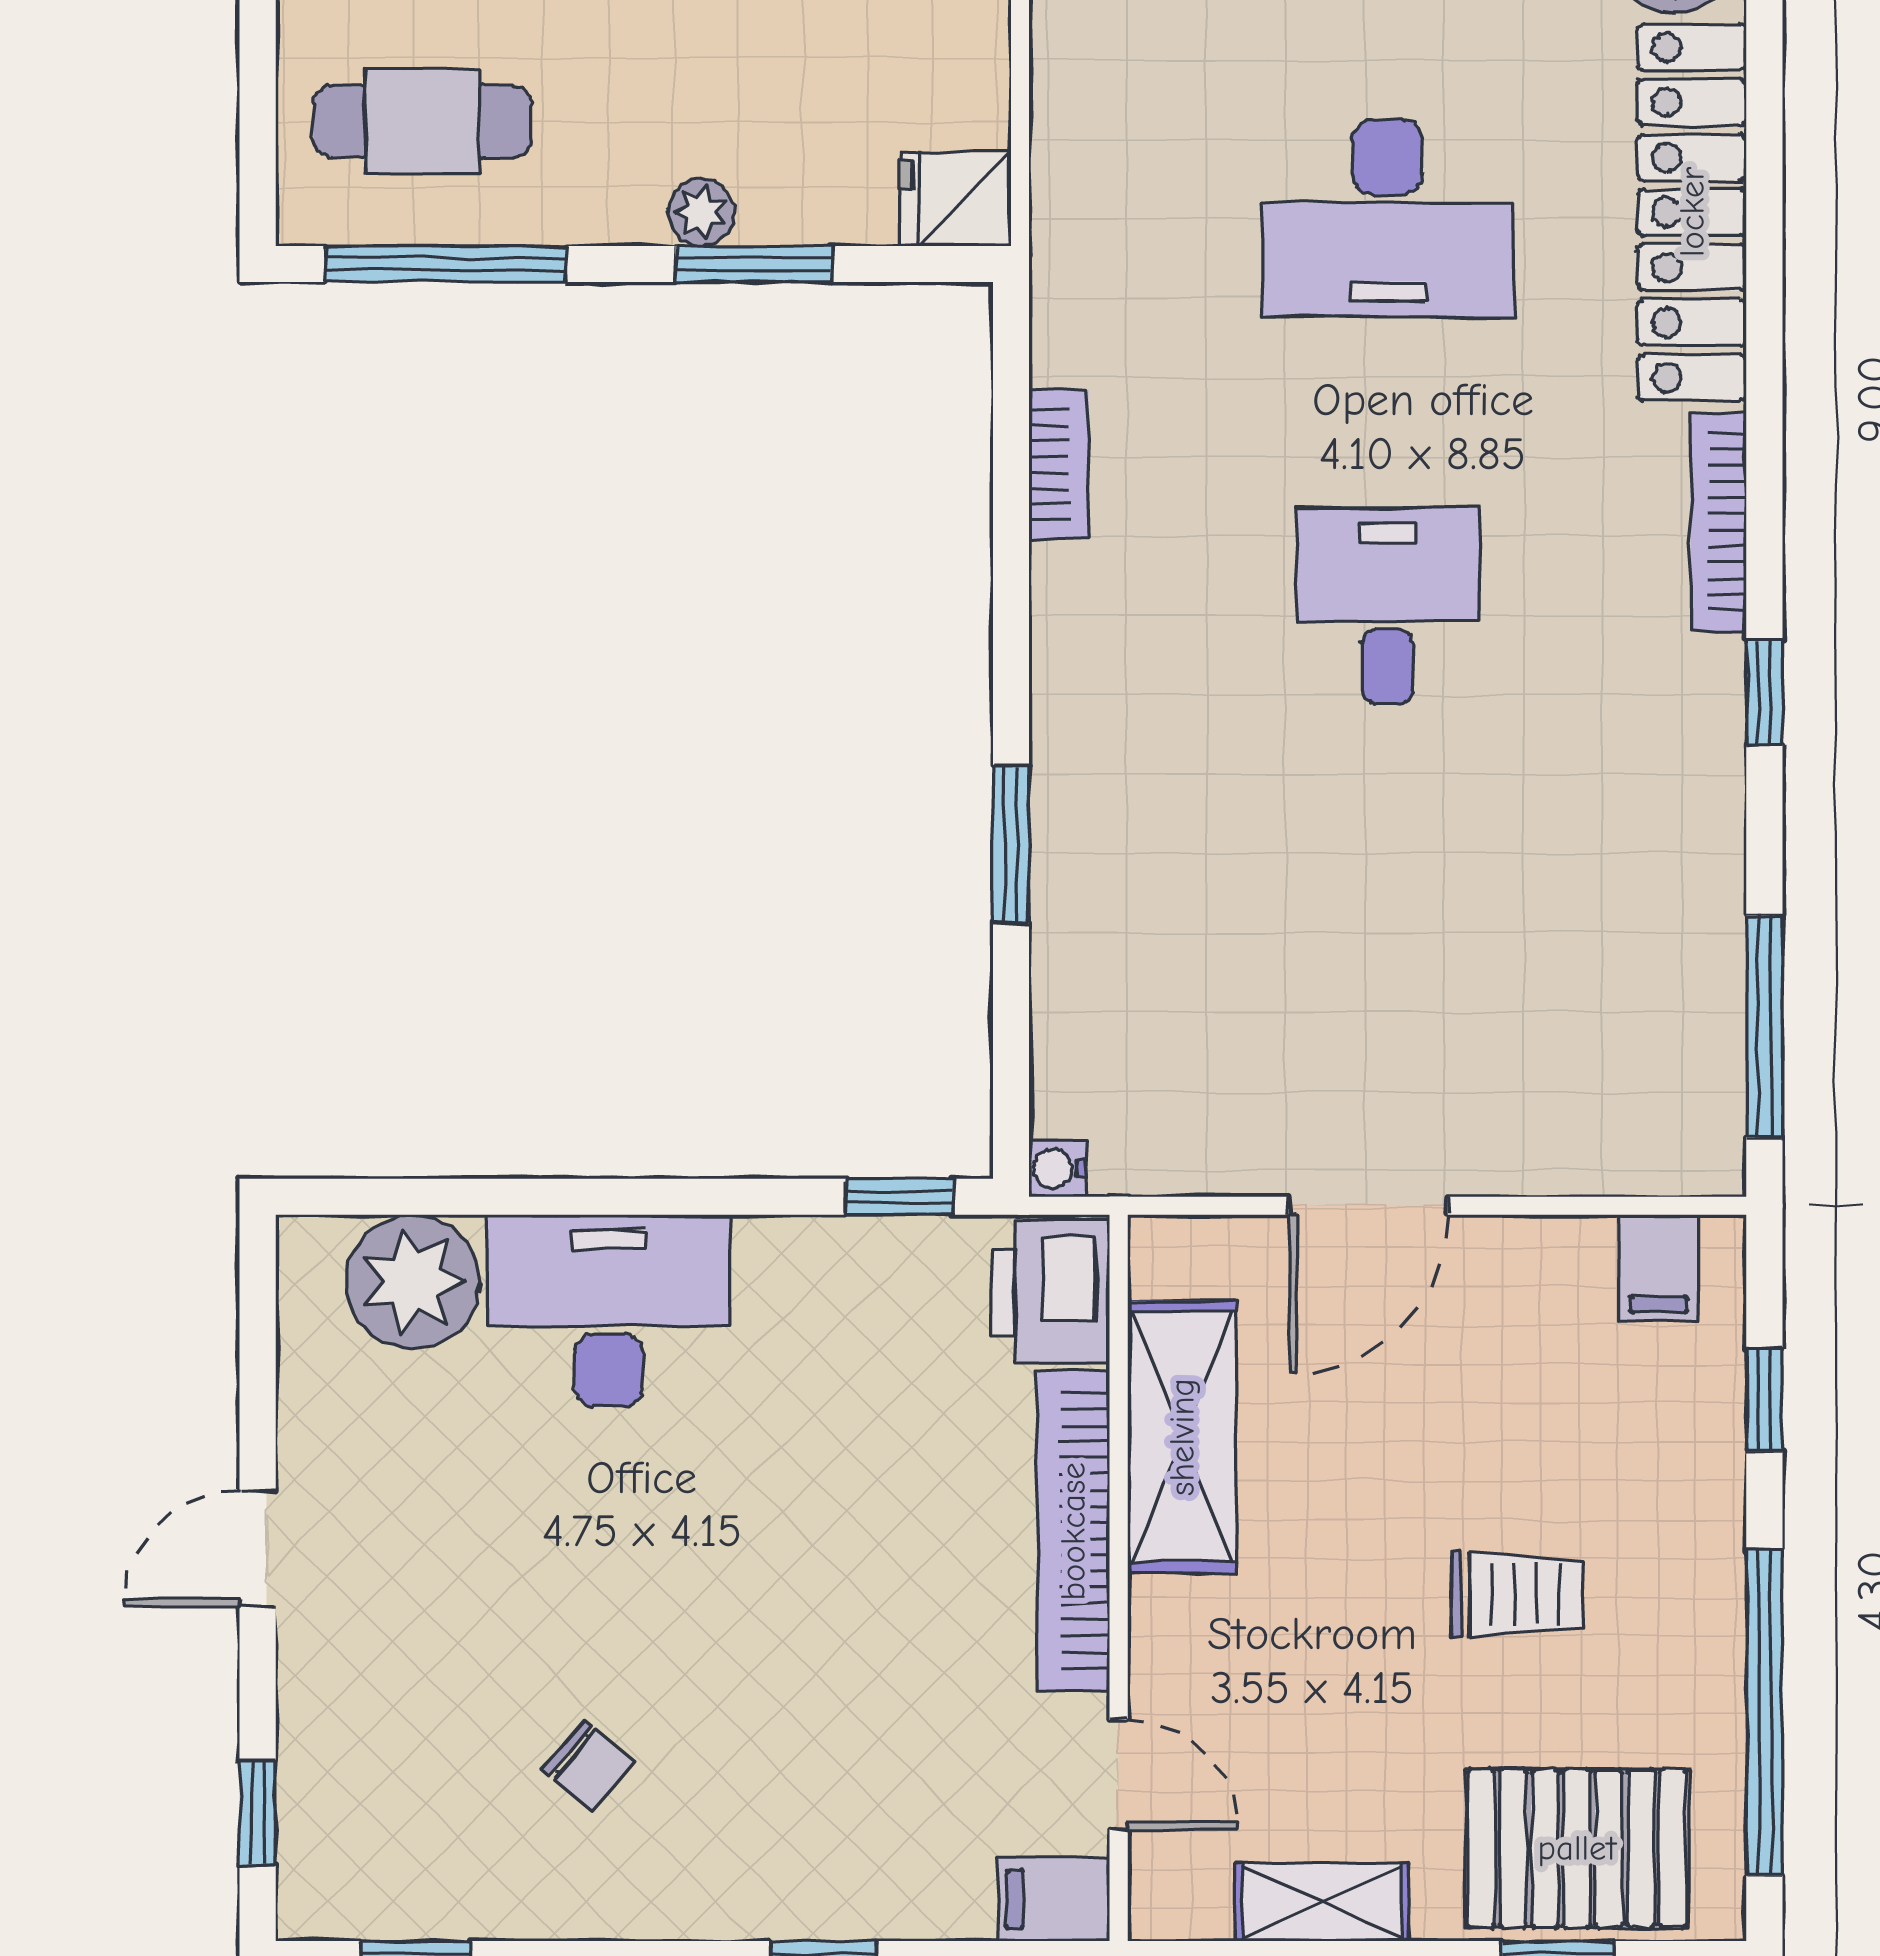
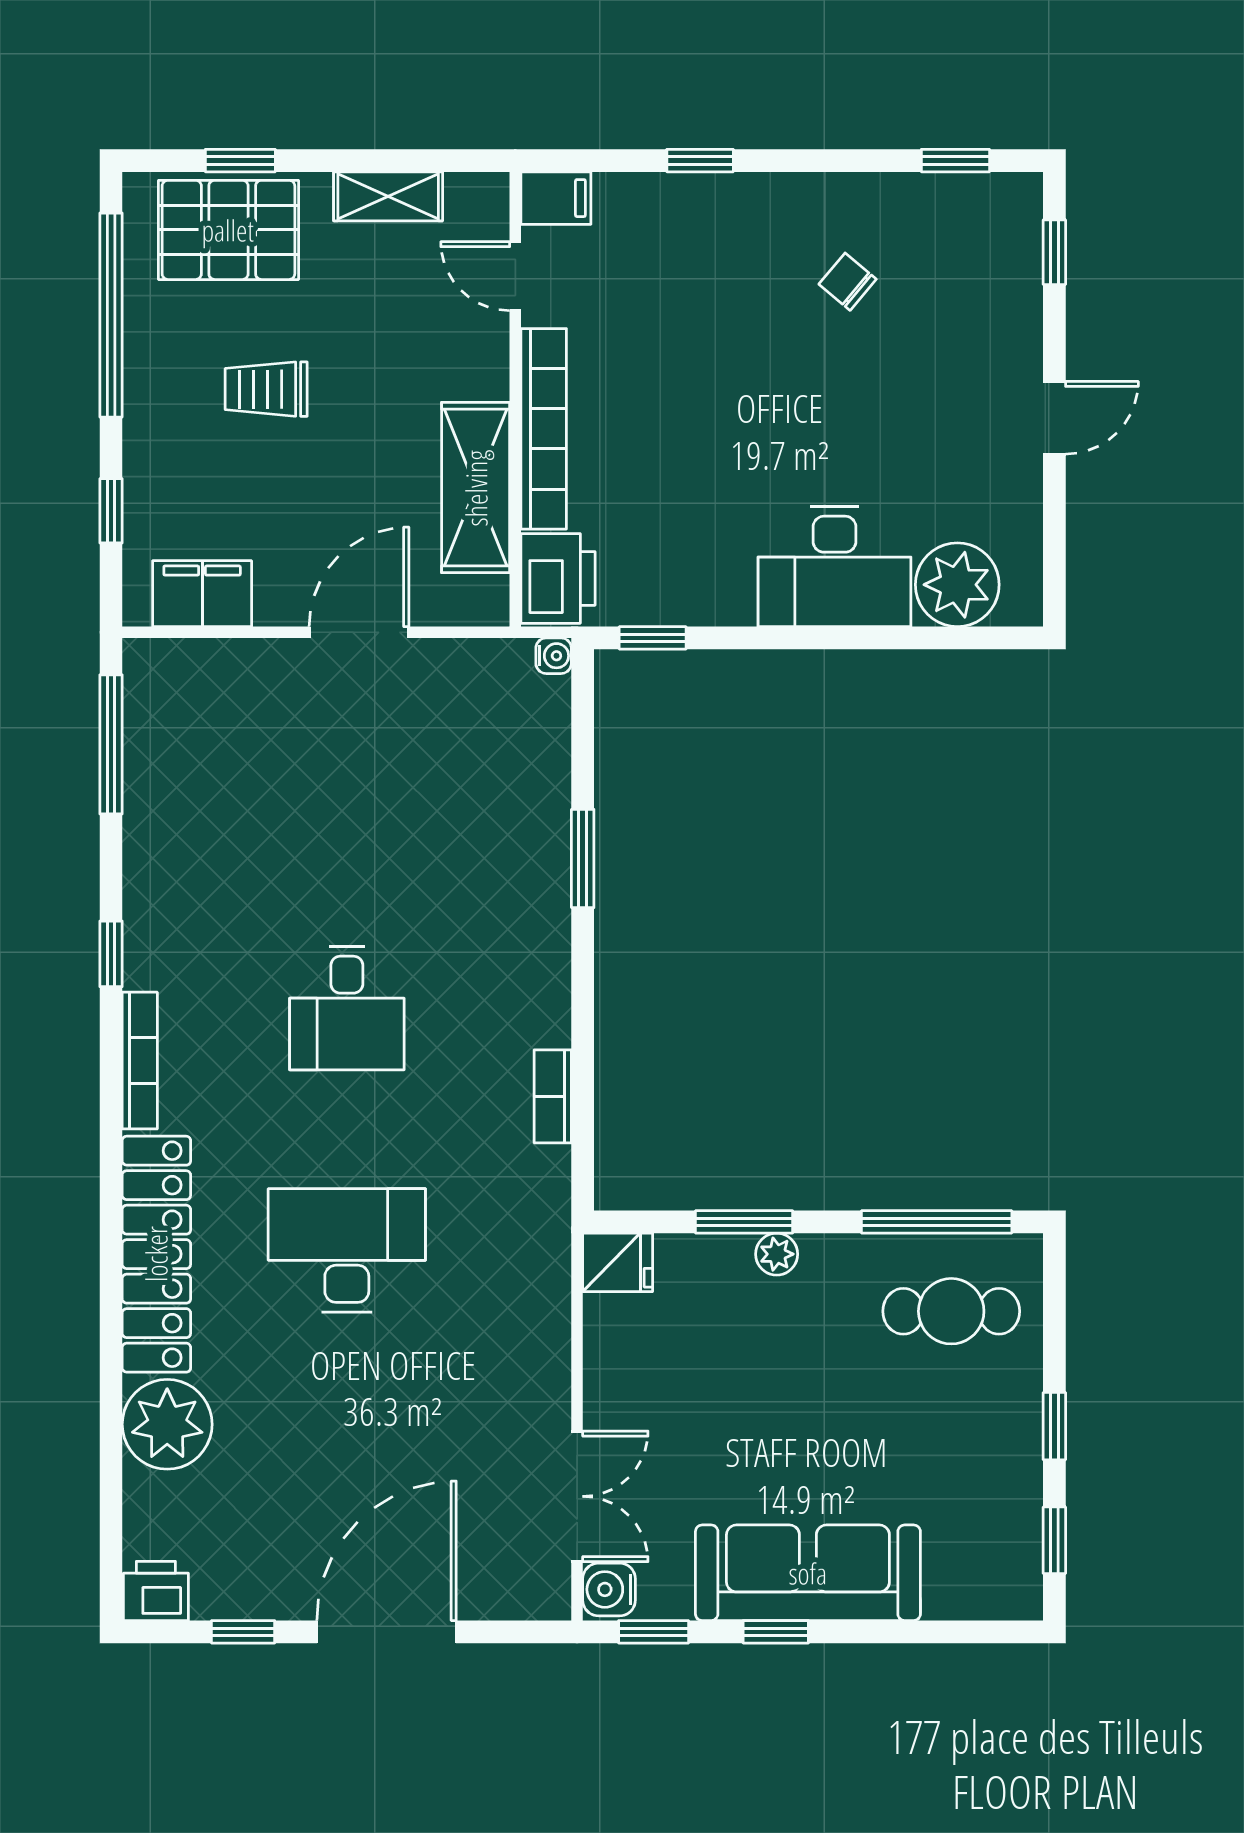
filing cabinet: (1659, 1267) -> (202, 594), width x2.00

